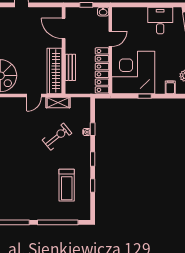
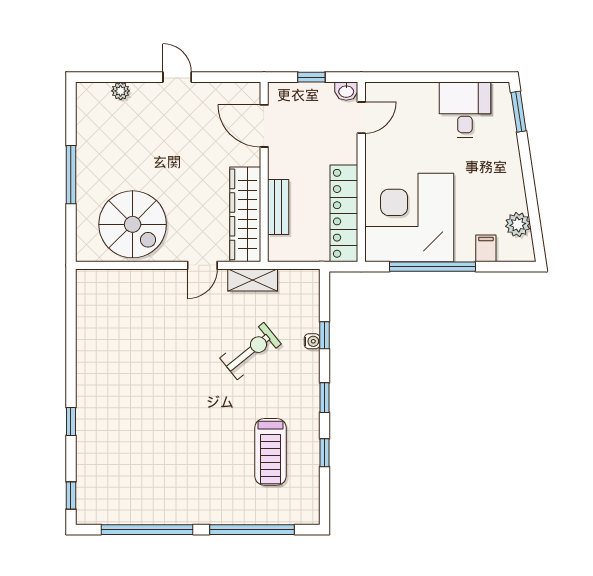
door: (110, 39) -> (361, 118), moved
window: (145, 96) -> (432, 267), width x3.17

